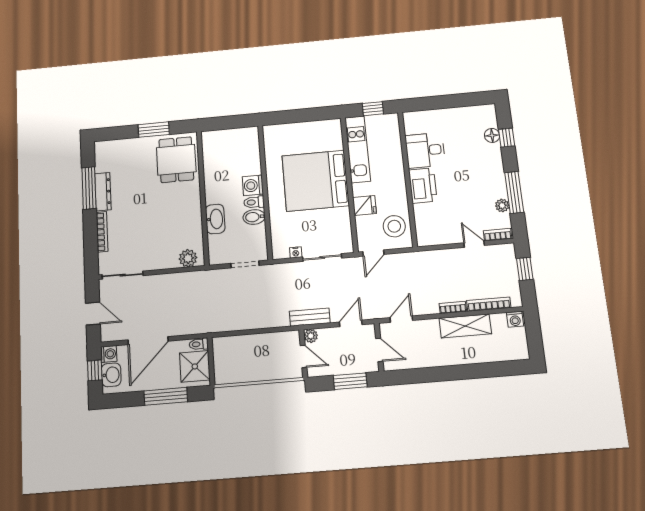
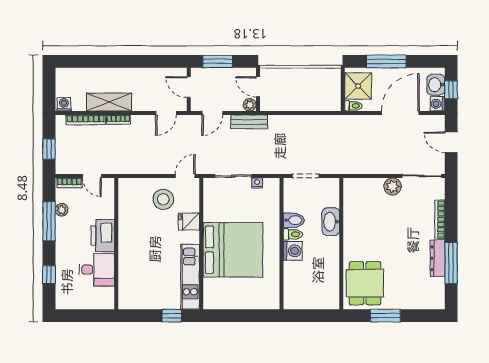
floor lamp: (492, 135) -> (62, 278), removed
desk: (425, 150) -> (97, 270), moved
wall: (407, 179) -> (116, 244), moved
printer: (423, 186) -> (103, 236), moved
plant: (188, 258) -> (393, 186), moved

